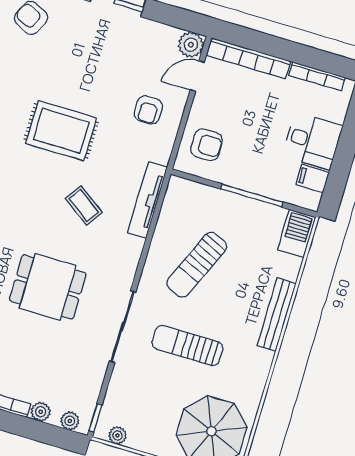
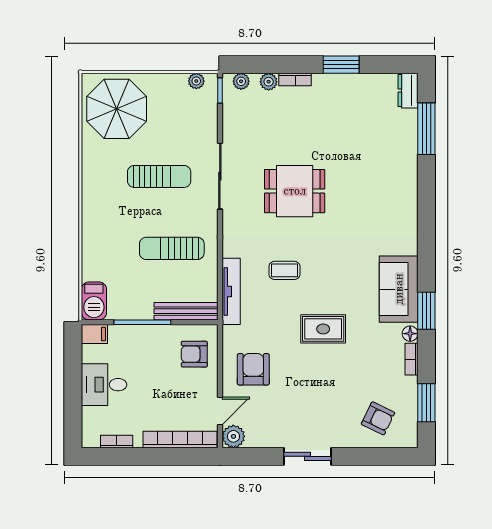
bookcase: (317, 76) -> (117, 441), width x0.64
armchair: (148, 110) -> (253, 369), width x1.38, depth x1.38
rug: (61, 131) -> (323, 329), width x0.73, depth x0.70
filing cabinet: (312, 178) -> (94, 334), moved
coffee table: (84, 205) -> (284, 270), turned -35
sun lounger: (197, 265) -> (172, 248), turned -114
bench: (277, 314) -> (186, 311), moved, turned 90

